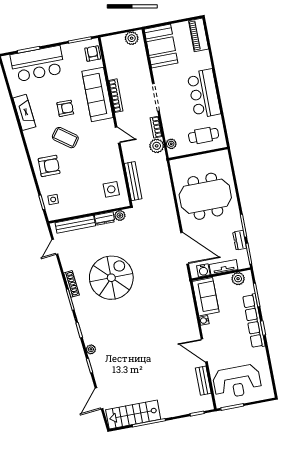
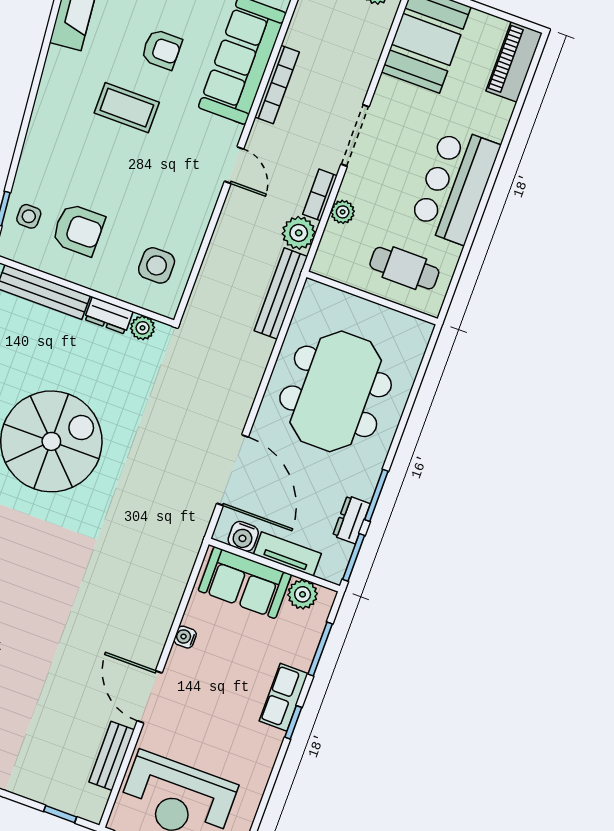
coffee table: (65, 138) -> (127, 108), turned -36
plant: (171, 144) -> (343, 212), moved
armchair: (49, 166) -> (78, 230), moved
bench: (133, 181) -> (281, 294), moved
meeting table: (205, 196) -> (336, 391), turned 90
sofa: (206, 297) -> (245, 583), moved, turned 90
row of seats: (254, 321) -> (284, 697), width x0.50

